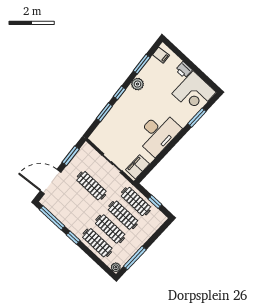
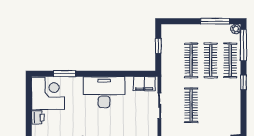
clothes rail: (136, 201) -> (172, 60), removed
window: (52, 218) -> (243, 45), moved

